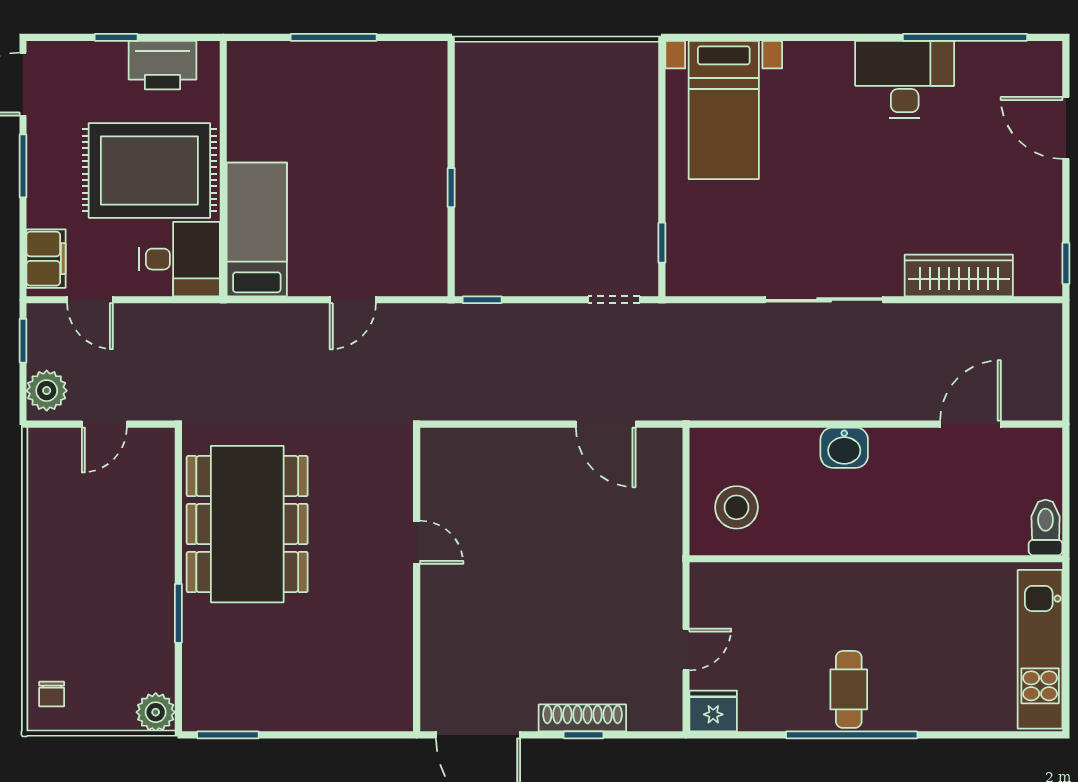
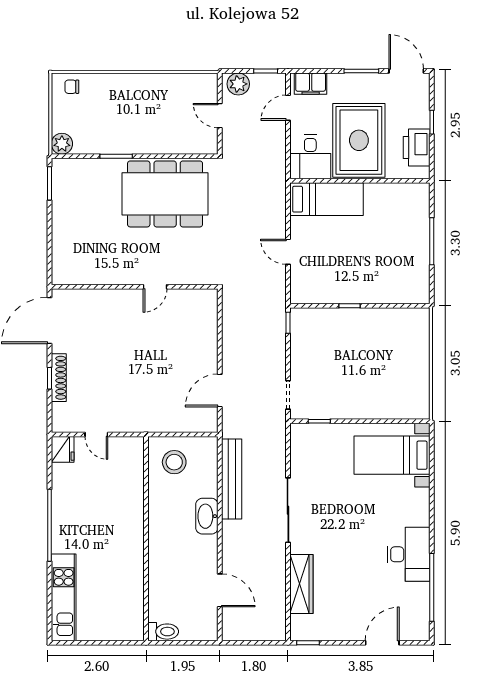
bench: (767, 402) -> (232, 479), added
washbasin: (844, 448) -> (207, 516), width x1.38
kitchen unit: (1040, 649) -> (64, 597), moved, turned 90
cafe table: (849, 689) -> (74, 524), removed

